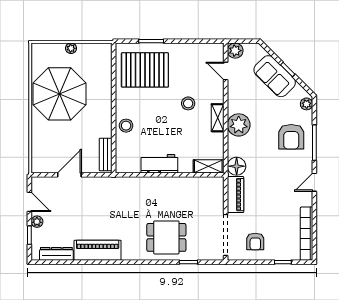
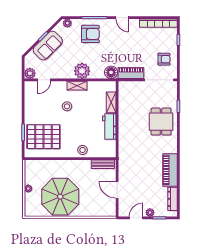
pallet: (145, 70) -> (43, 137), turned 90
shelving: (208, 166) -> (111, 102), moved

